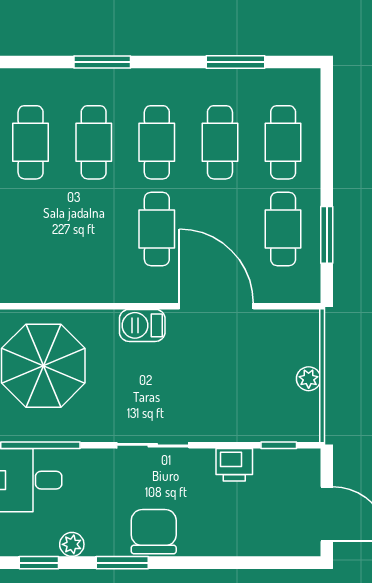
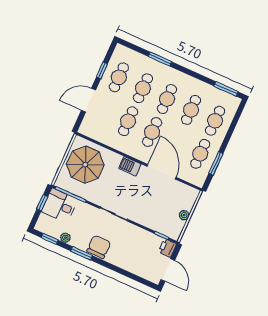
window: (236, 62) -> (226, 89), moved
cafe table: (94, 229) -> (128, 121), added
printer: (234, 465) -> (167, 248), moved, turned 90

